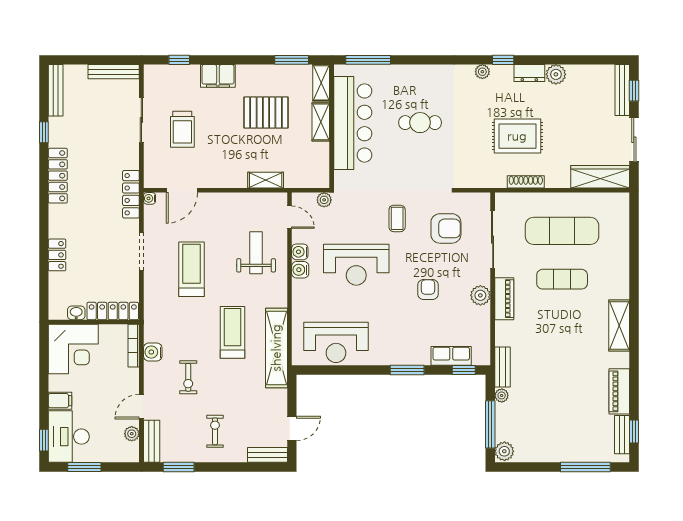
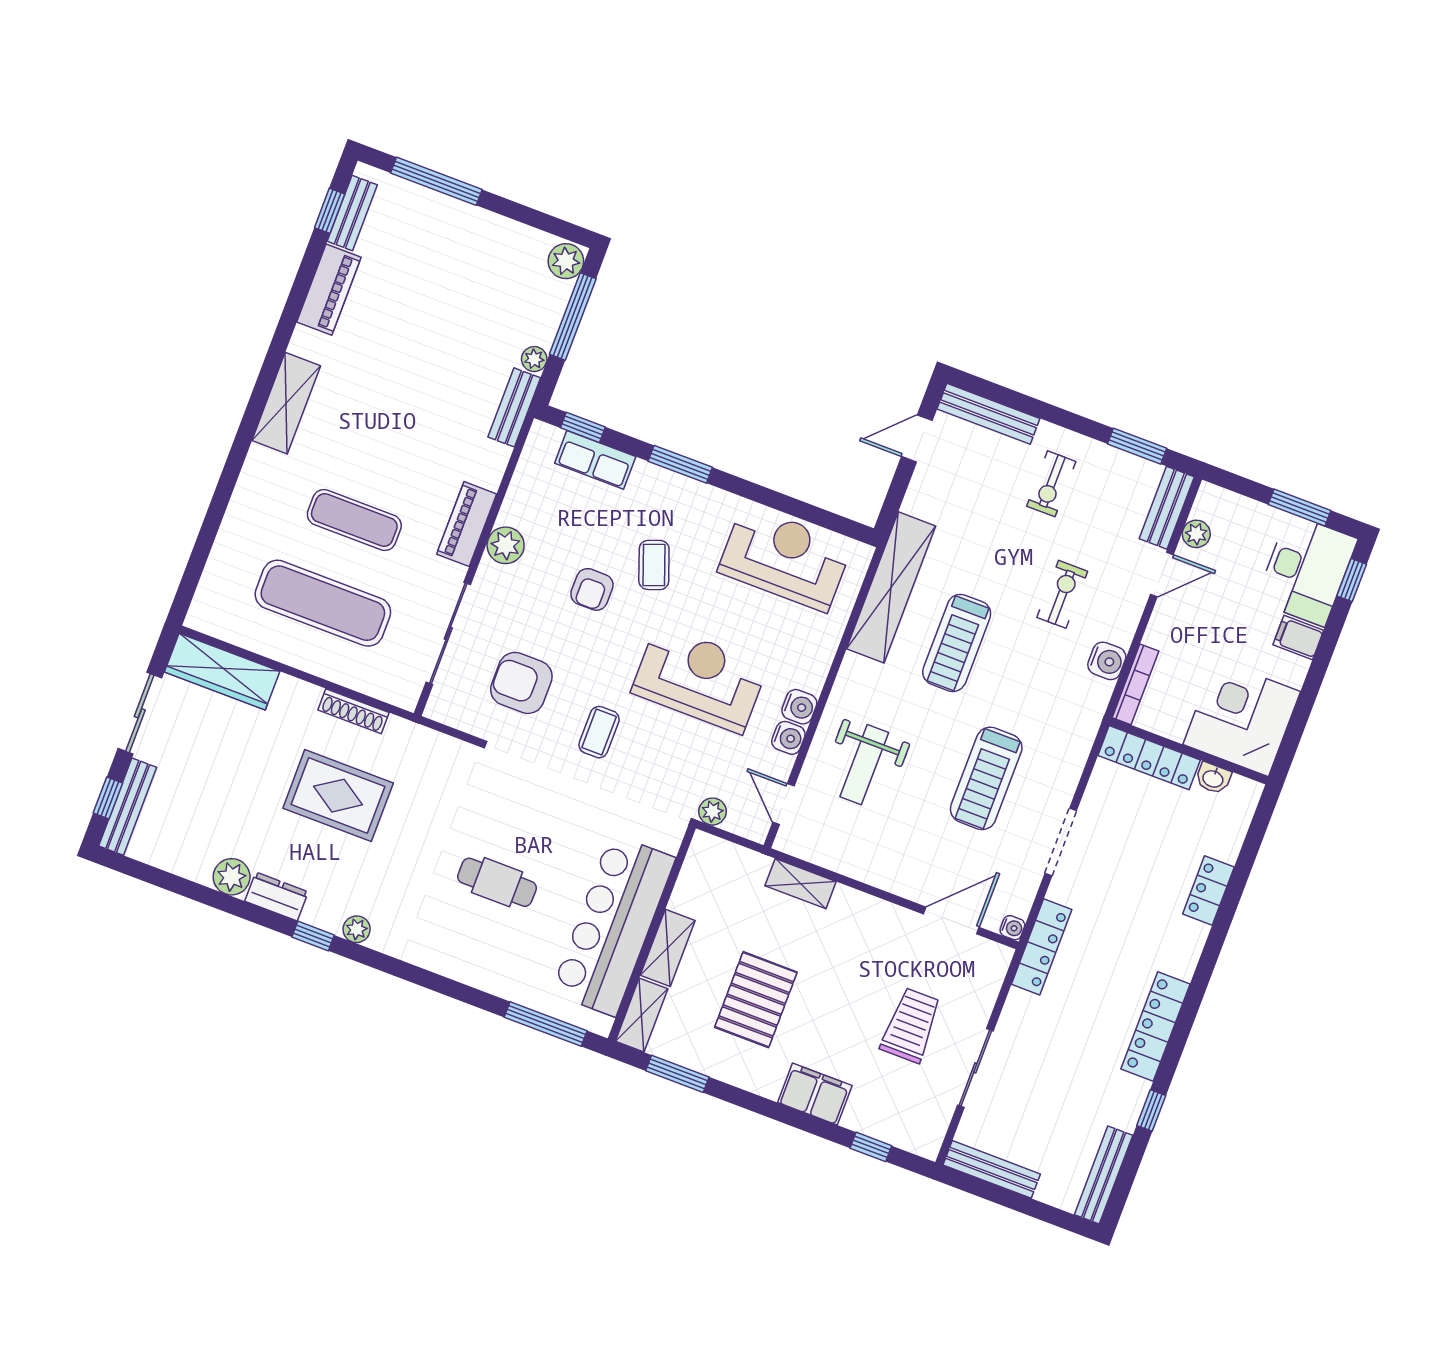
pallet: (266, 113) -> (756, 1000), turned 90
coffee table: (401, 314) -> (654, 565), added
bench: (268, 455) -> (988, 414), width x1.36

